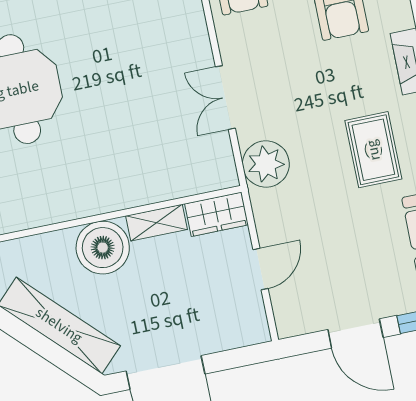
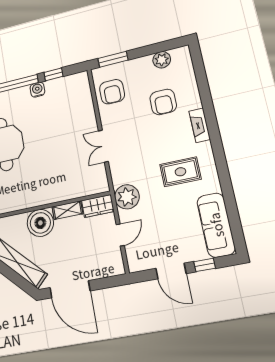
rug: (373, 150) -> (180, 172), turned 90
plant: (266, 164) -> (127, 197), moved

